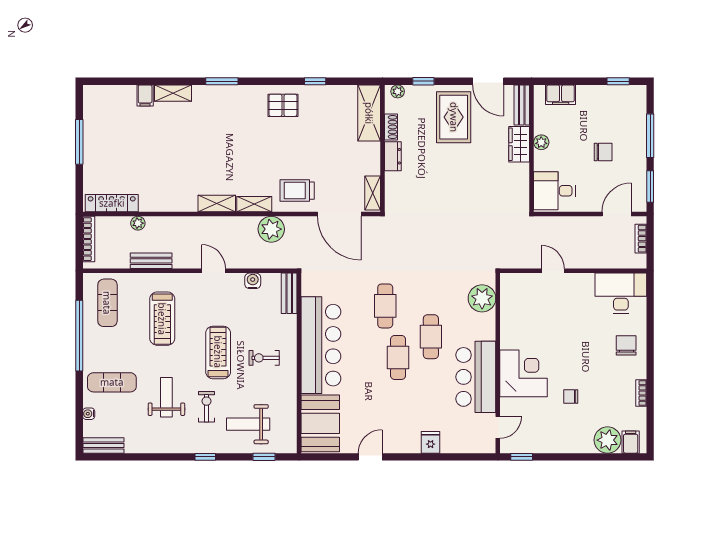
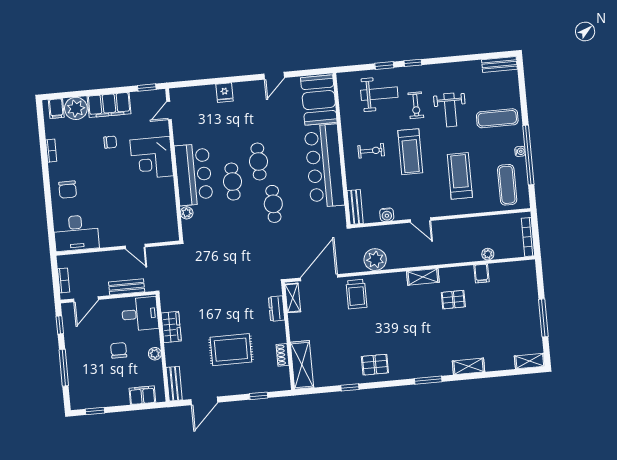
door: (488, 81) -> (204, 401), swing flipped
plant: (398, 91) -> (280, 385), removed
filing cabinet: (145, 96) -> (481, 273), moved, turned 180
rug: (454, 117) -> (231, 350), moved, turned 90
wardrobe: (519, 144) -> (171, 327), moved
chair: (603, 152) -> (119, 350), moved, turned 90
dresser: (393, 156) -> (277, 309), moved
pallet: (183, 173) -> (453, 300), added
window: (650, 187) -> (60, 325), width x0.67
trolley: (297, 191) -> (356, 294), turned 90
locker: (112, 203) -> (511, 269), removed
shelving: (254, 204) -> (530, 361), moved
door: (339, 214) -> (319, 278), hinge flipped
bench: (151, 261) -> (127, 287), moved
plant: (482, 298) -> (187, 213), width x0.53, depth x0.53
bar counter: (476, 377) -> (194, 174), moved
water cooler: (89, 414) -> (520, 151), moved
filing cabinet: (568, 440) -> (109, 105), added
window: (264, 457) -> (384, 66), moved

